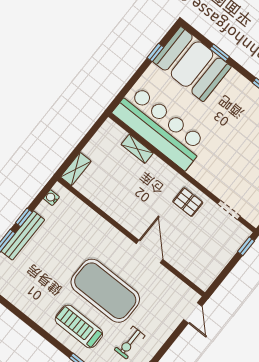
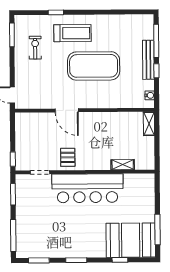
window: (155, 53) -> (158, 230), width x2.17
bar counter: (160, 127) -> (87, 188), moved
pallet: (188, 202) -> (68, 157), turned 90
exercise mat: (105, 291) -> (94, 66), moved

